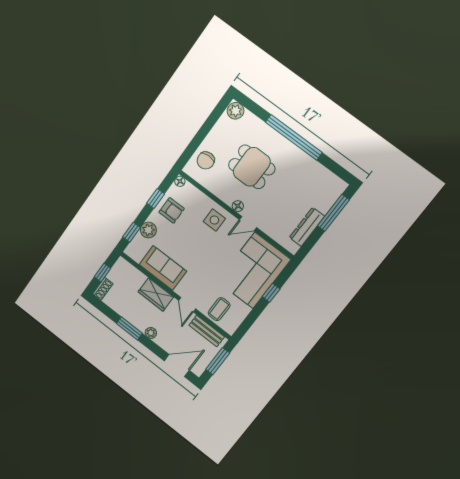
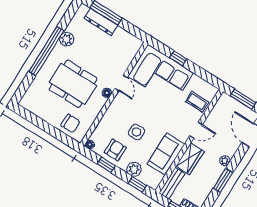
plant: (236, 111) -> (67, 39), moved
dining table: (252, 167) -> (73, 84), width x1.38
side table: (214, 220) -> (137, 132), moved
dresser: (307, 227) -> (101, 22), moved
bench: (207, 331) -> (172, 183), moved

